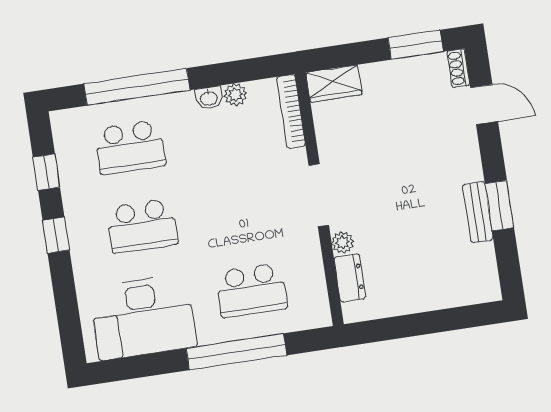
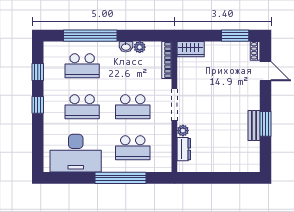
school desk: (239, 211) -> (133, 107), added

